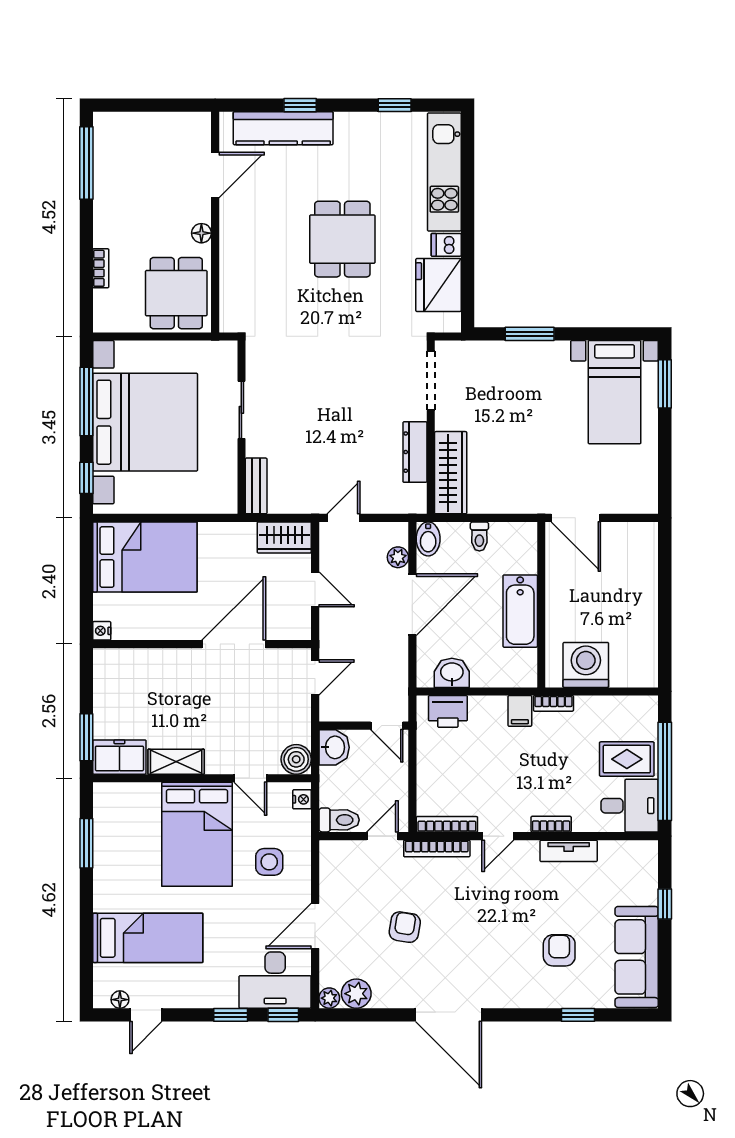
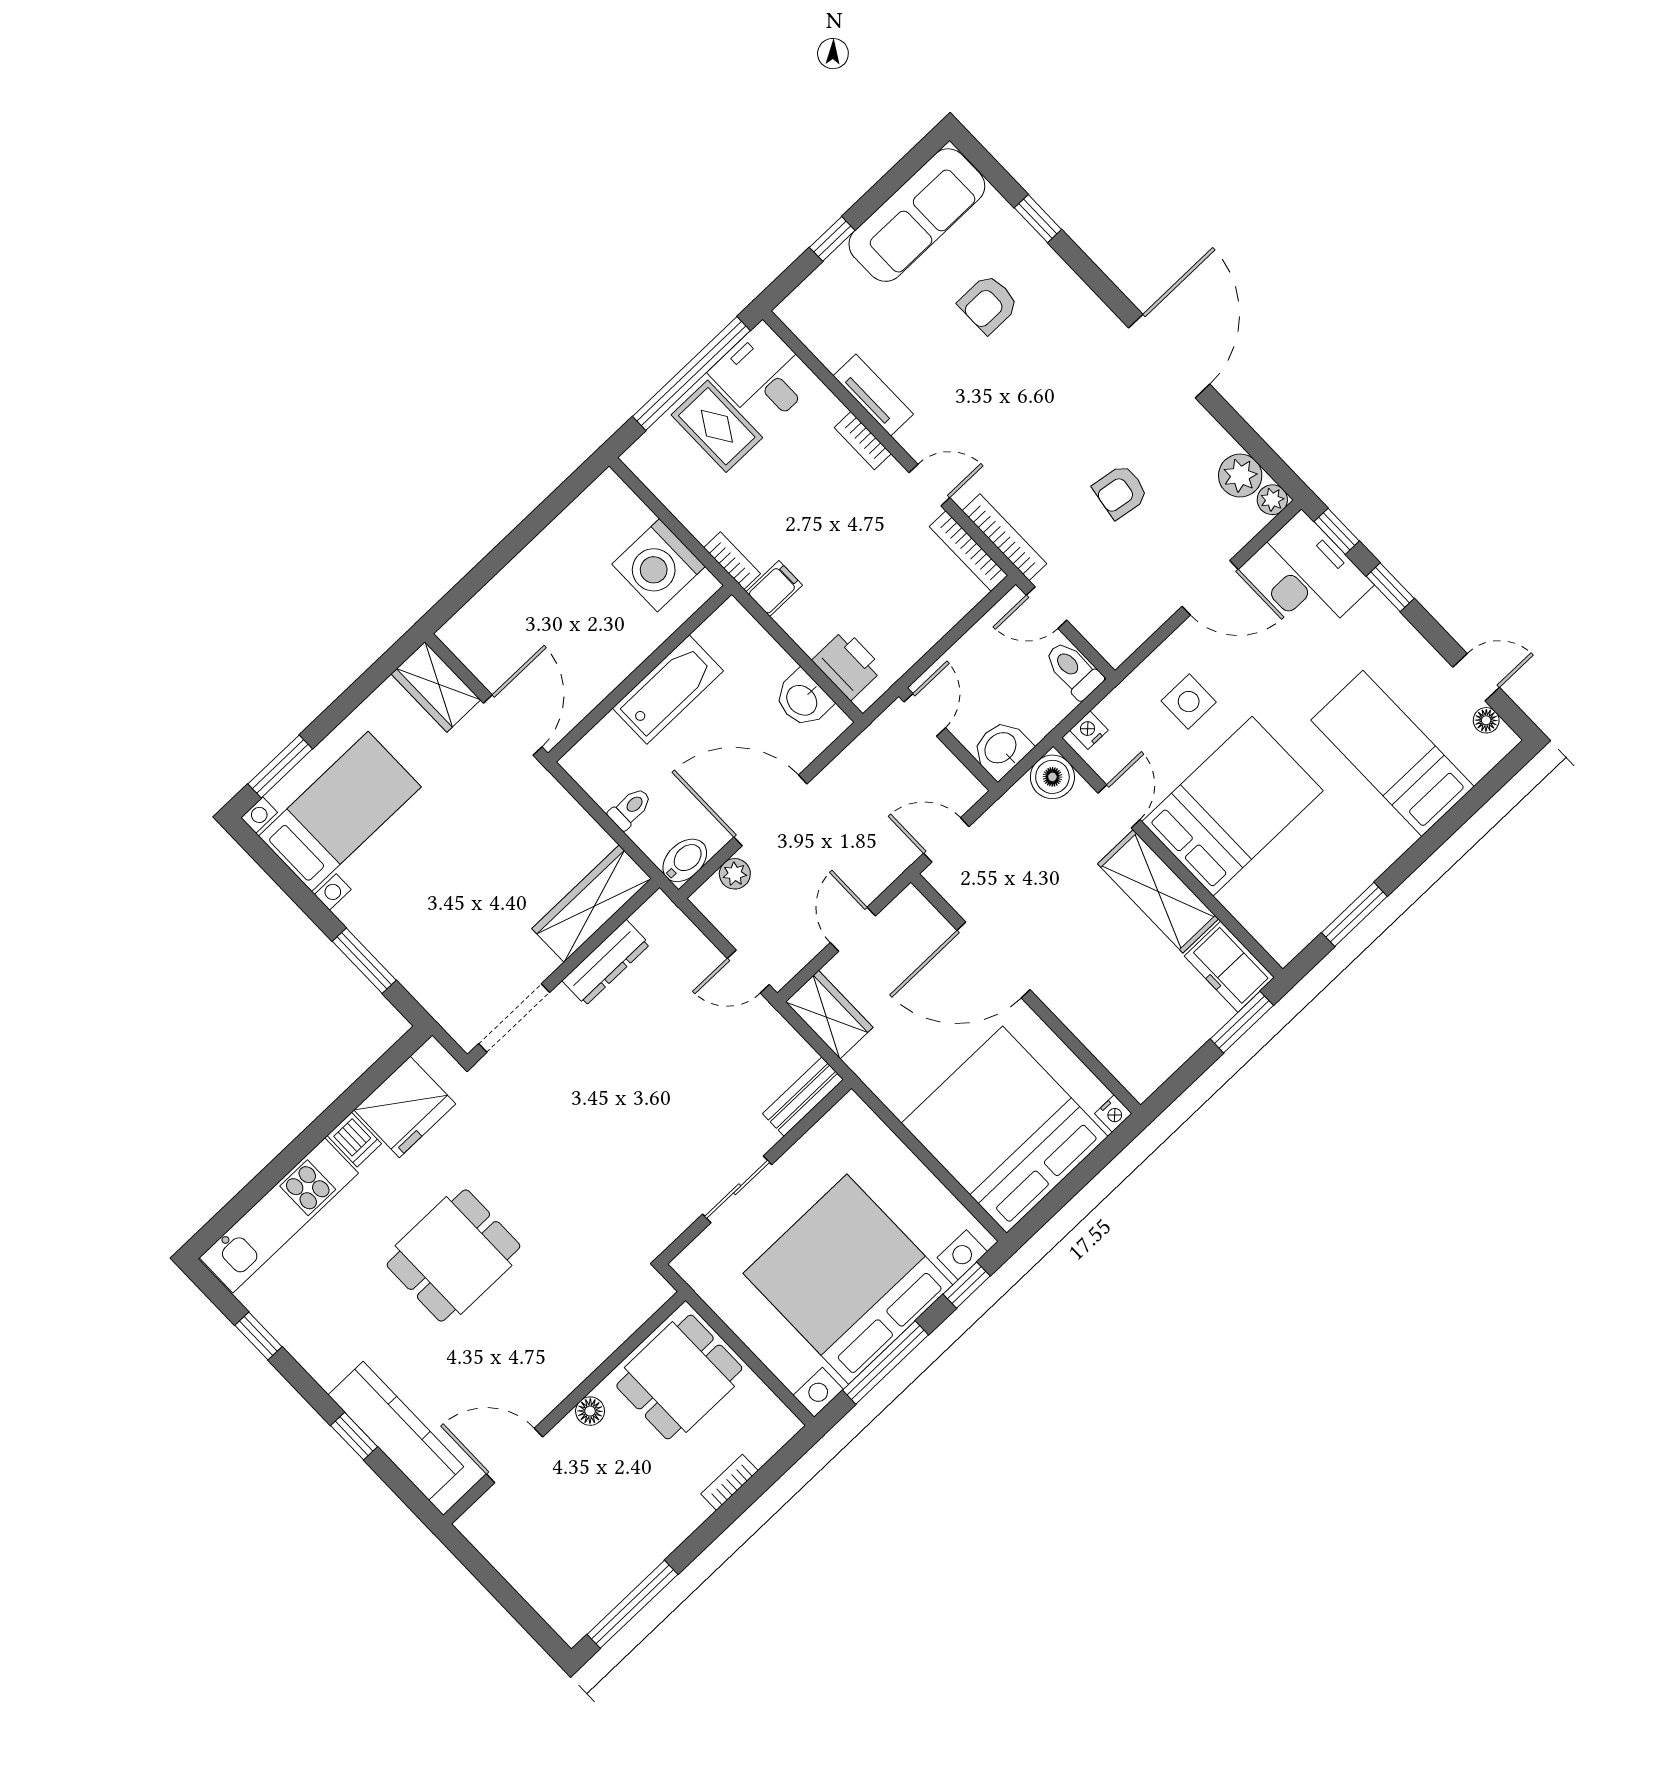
wardrobe: (631, 498) -> (436, 687), added
bed: (145, 557) -> (1005, 1130), width x1.36
shelving: (176, 762) -> (1158, 891), width x1.50, depth x1.33

